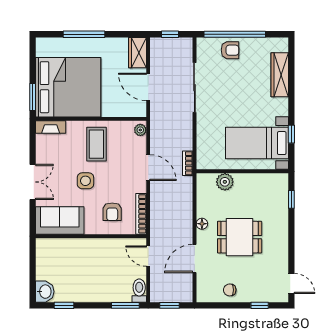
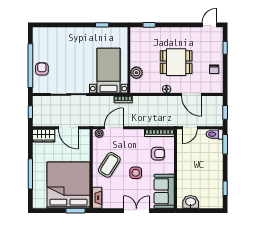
wardrobe: (280, 75) -> (60, 33), removed
door: (148, 87) -> (68, 128), hinge flipped
bed with nightstands: (257, 143) -> (109, 71), moved, turned 180
coffee table: (96, 144) -> (109, 165), turned -58
door: (148, 168) -> (114, 128), moved
dining table: (240, 237) -> (176, 62), turned 90
washbasin: (45, 292) -> (191, 202), moved

